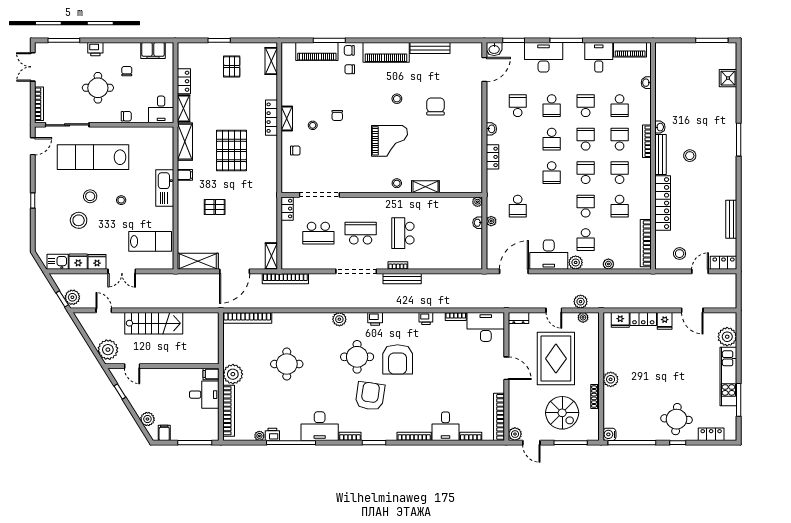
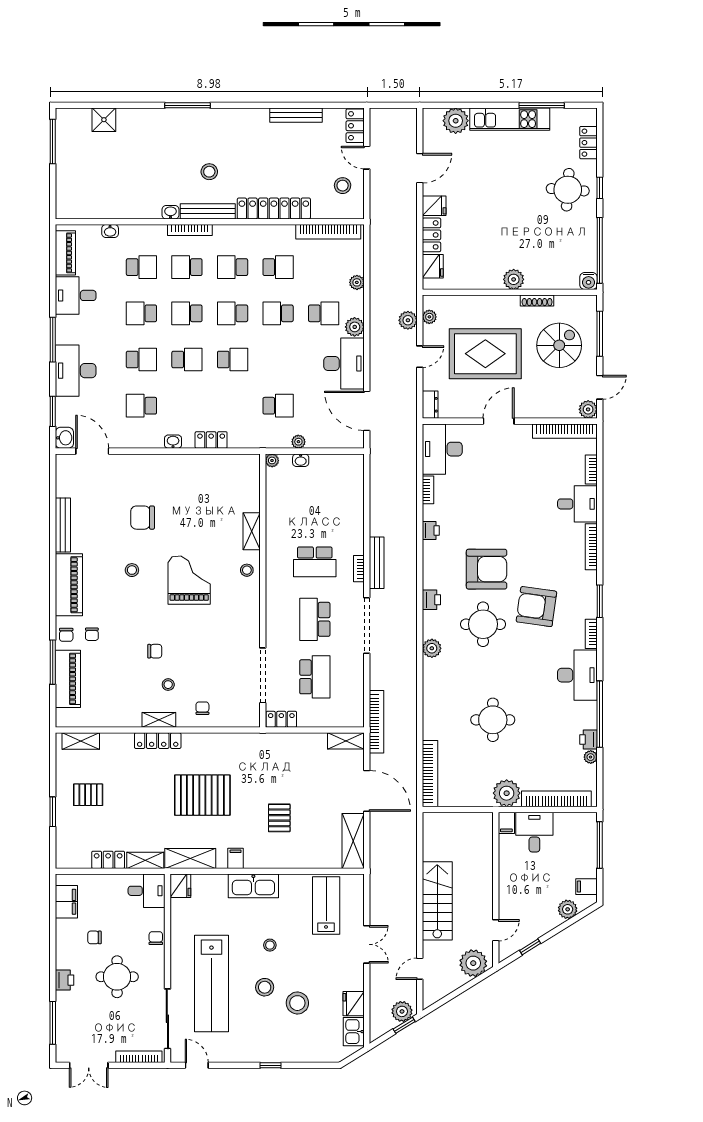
fridge: (97, 262) -> (180, 886), moved, turned 180

